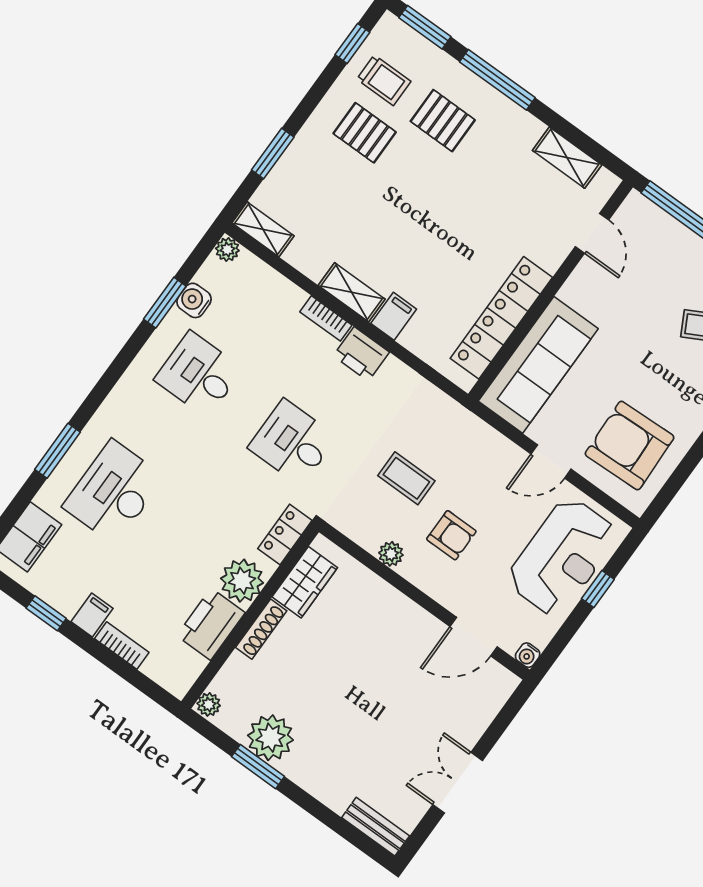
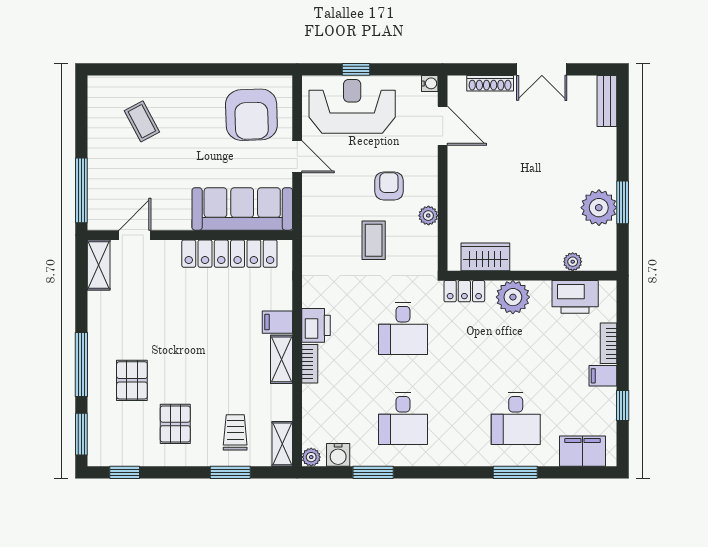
trolley: (384, 80) -> (235, 432), moved
shelving: (567, 158) -> (99, 265), moved
water cooler: (194, 300) -> (338, 455), moved
desk: (113, 492) -> (516, 418), width x0.73
printer: (211, 624) -> (575, 297), moved
shoe rack: (261, 629) -> (490, 83), moved, turned 180
plant: (209, 704) -> (573, 262), moved

